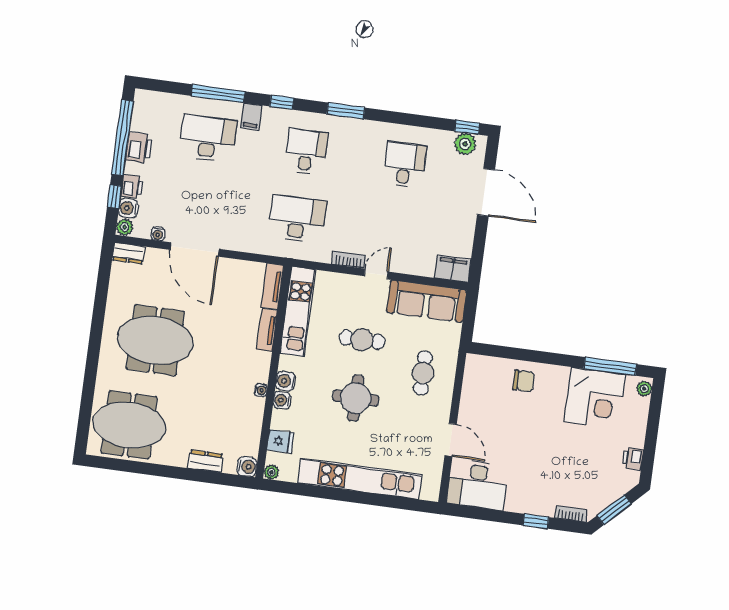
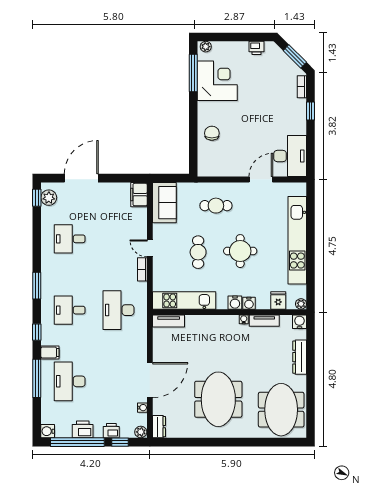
water cooler: (128, 208) -> (48, 431), moved, turned 90
sofa: (427, 301) -> (164, 203), width x0.73
tv unit: (267, 330) -> (264, 321), moved
dresser: (205, 461) -> (300, 357), width x1.44

